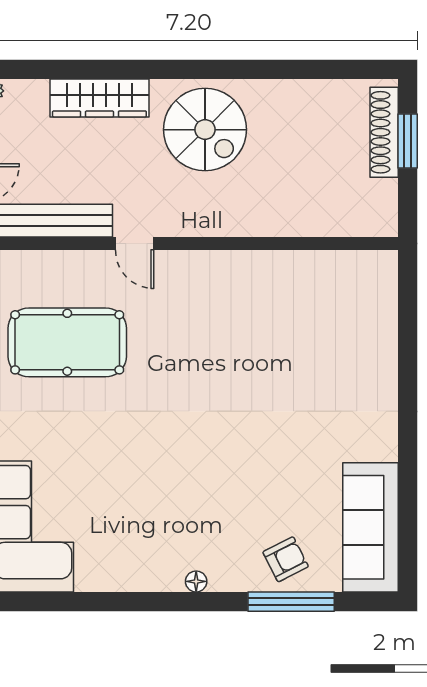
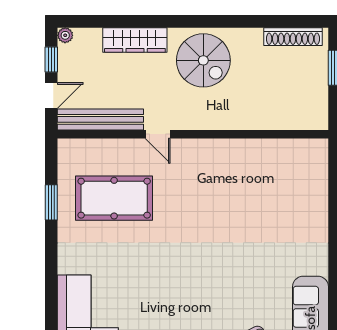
shoe rack: (384, 132) -> (293, 37), moved, turned -90

